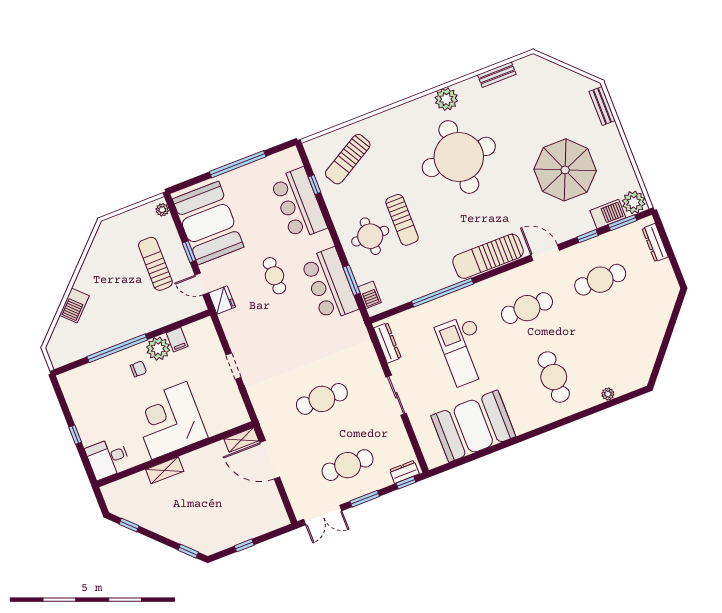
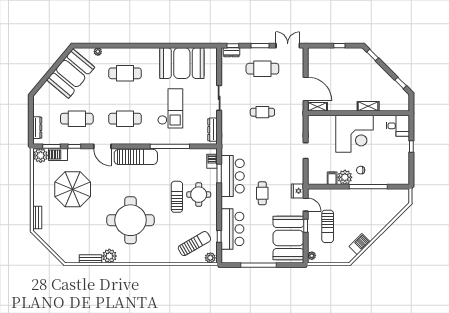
plant: (446, 99) -> (109, 256), moved
plant: (315, 147) -> (210, 258), added
barbecue: (74, 306) -> (360, 244), moved
booth: (636, 345) -> (71, 74), added
cafe table: (554, 377) -> (125, 73), turned 90
cafe table: (322, 399) -> (262, 112), width x0.73, depth x0.74

